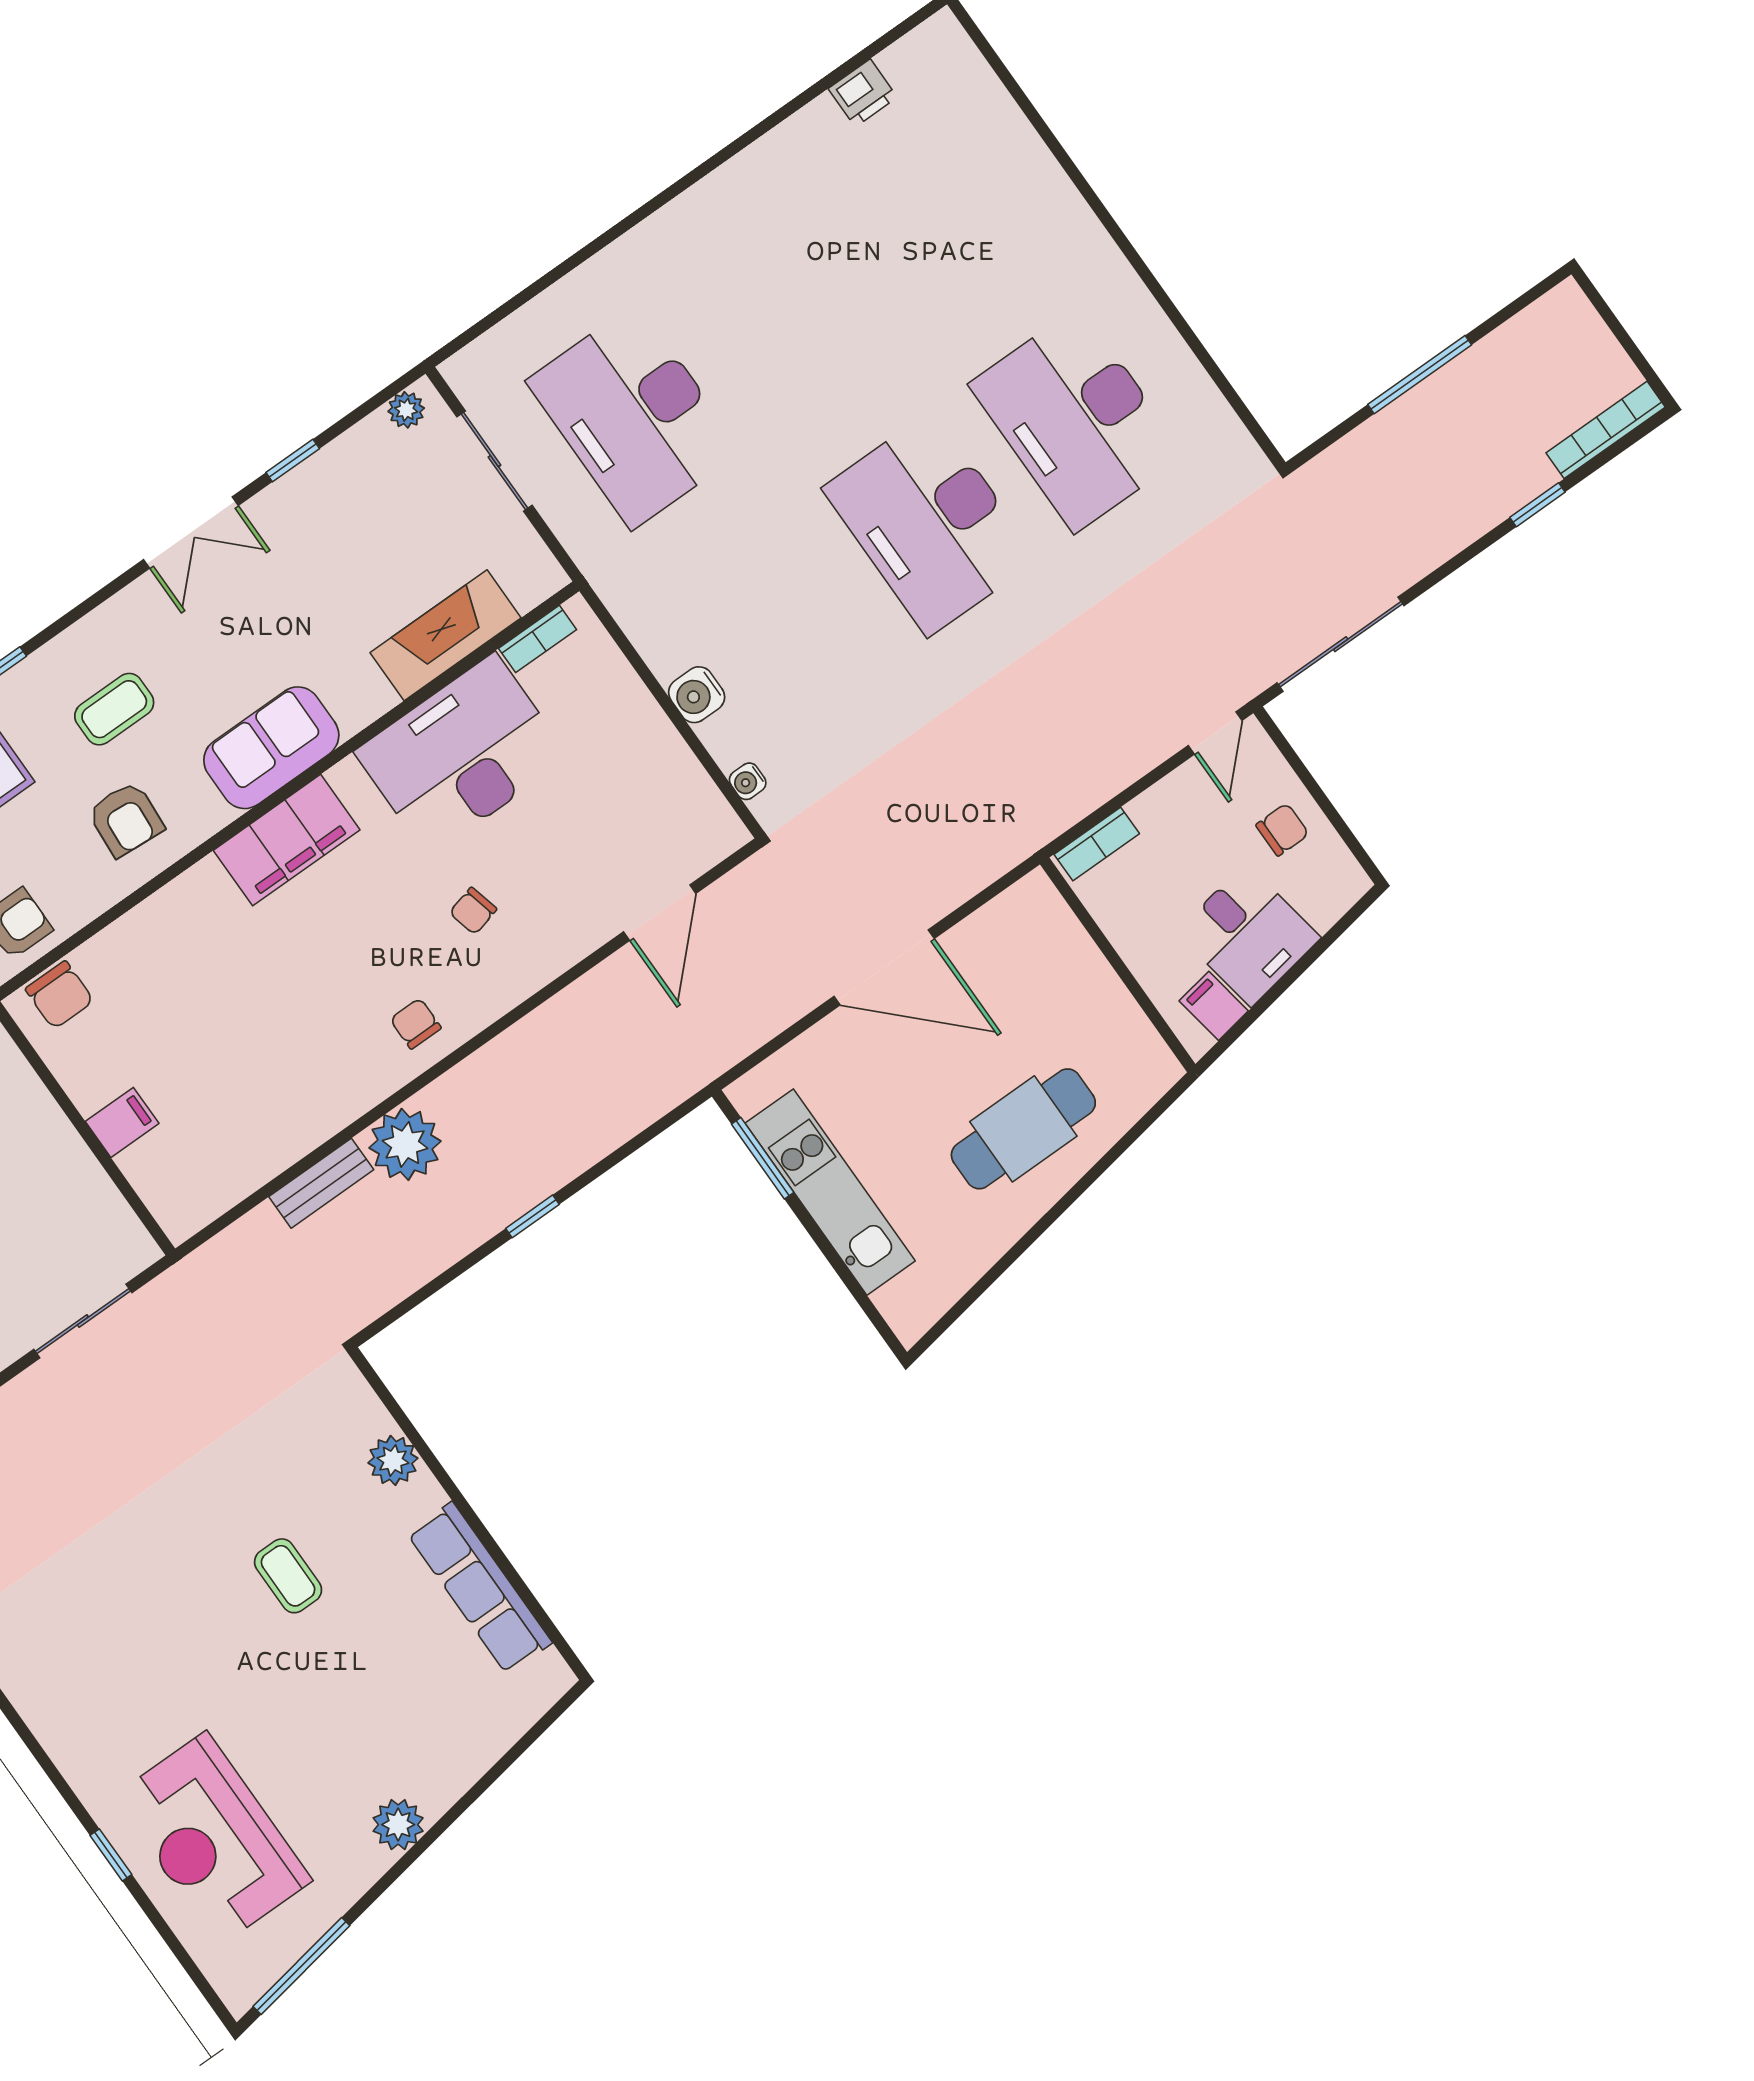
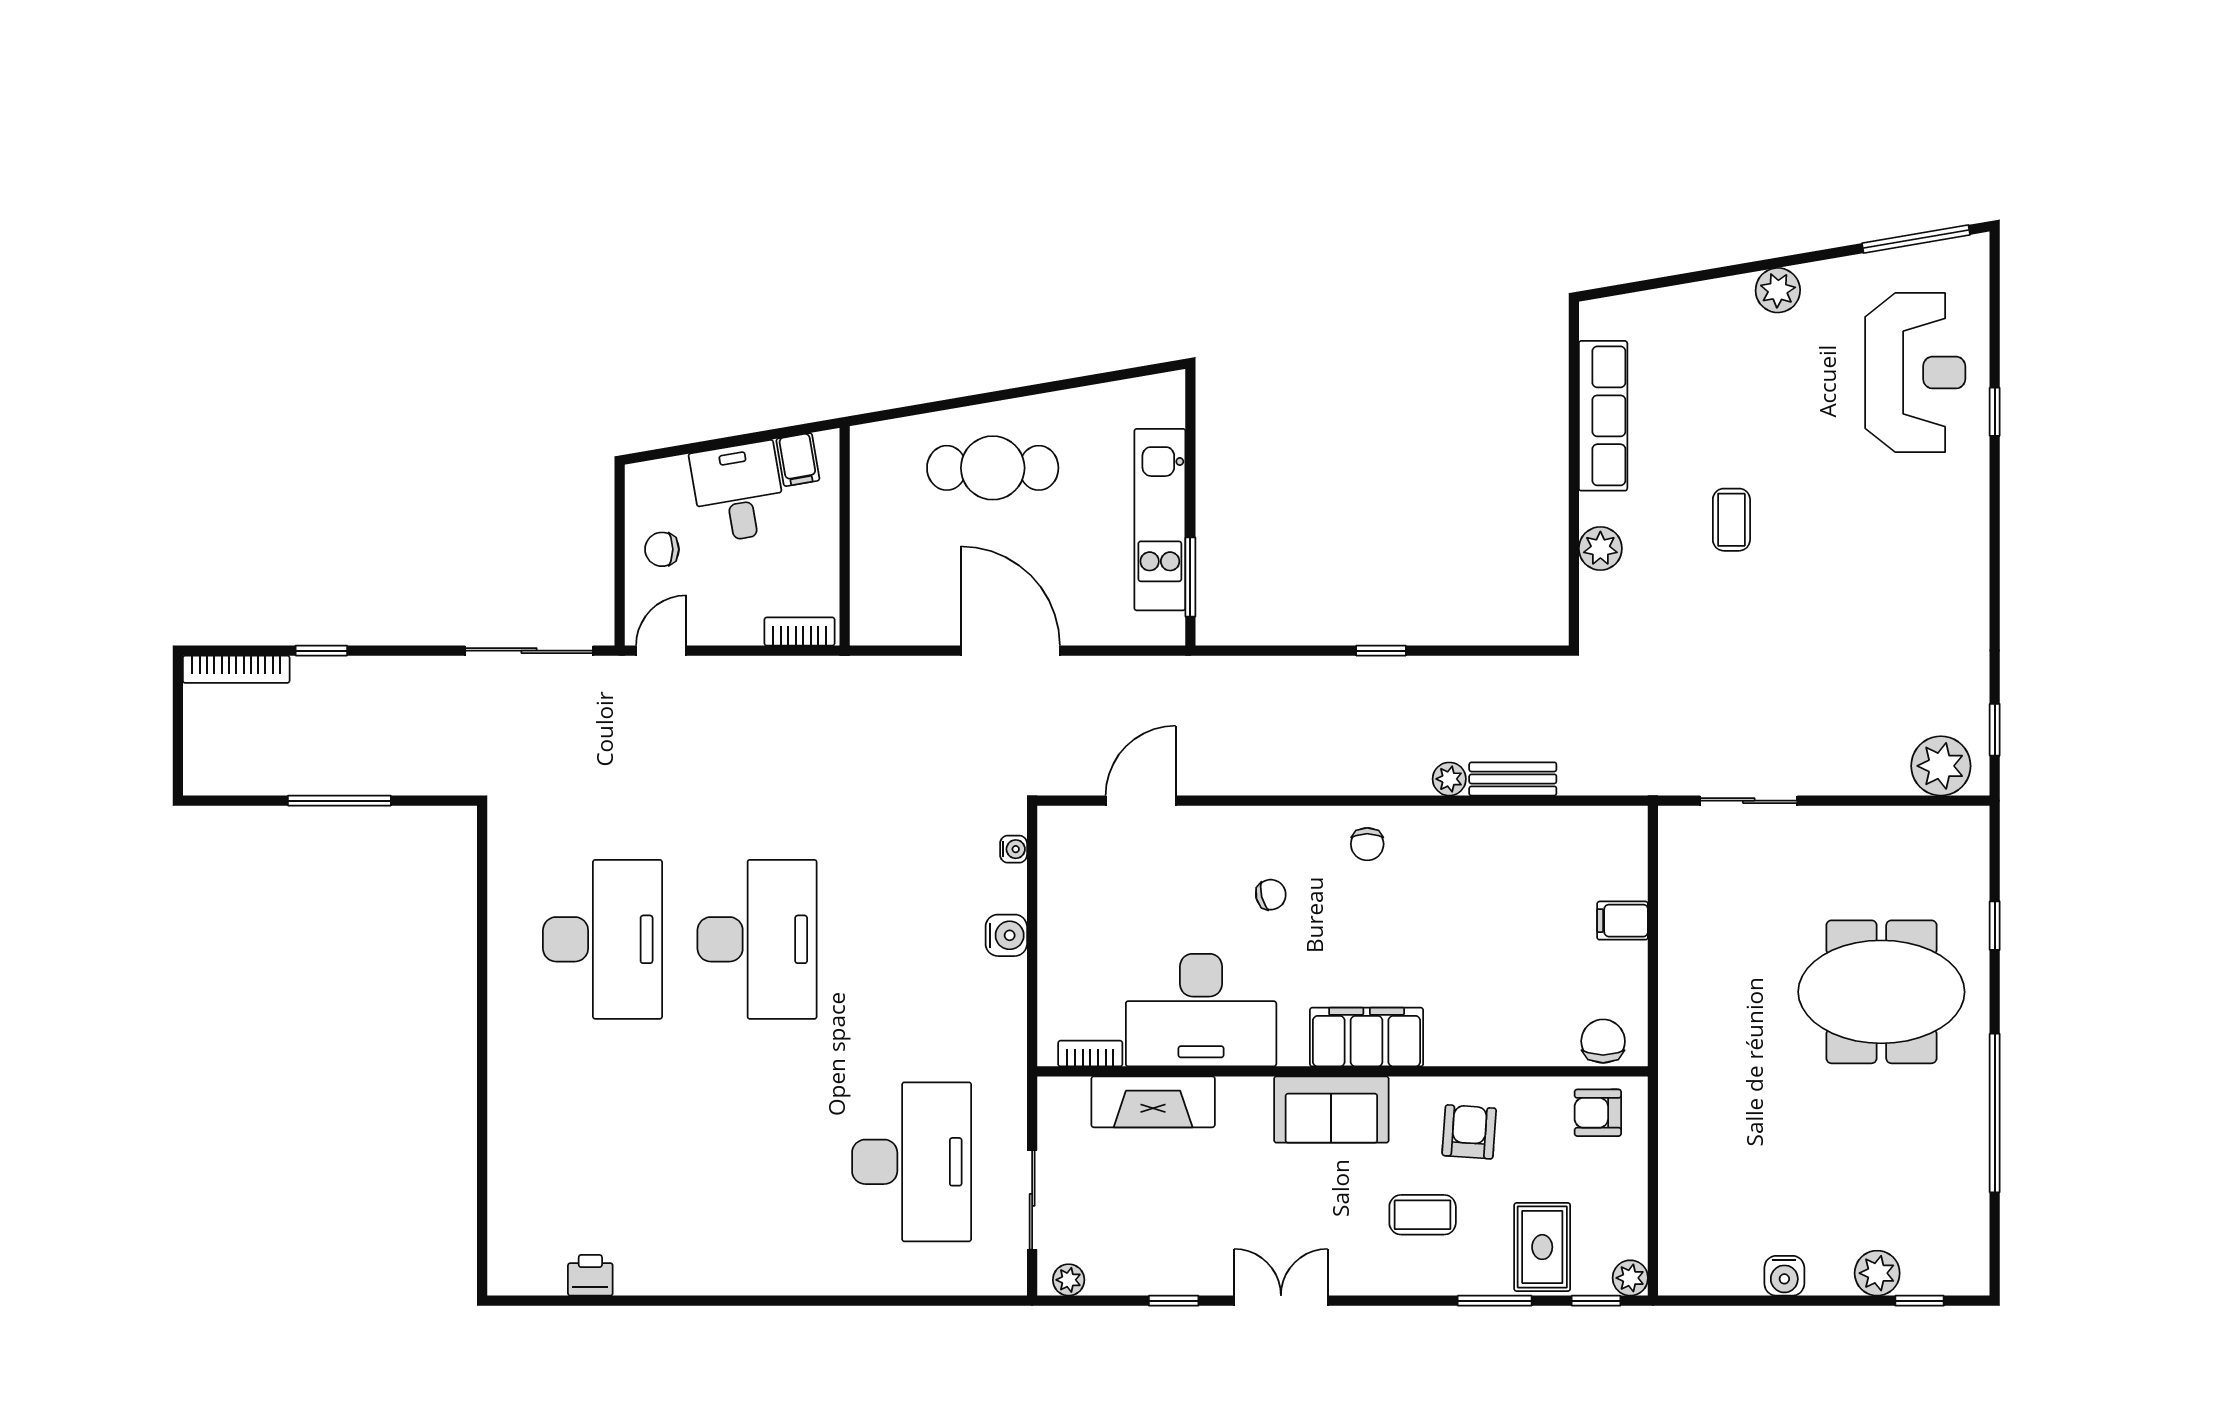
plant: (405, 1144) -> (1449, 779), width x0.53, depth x0.53

